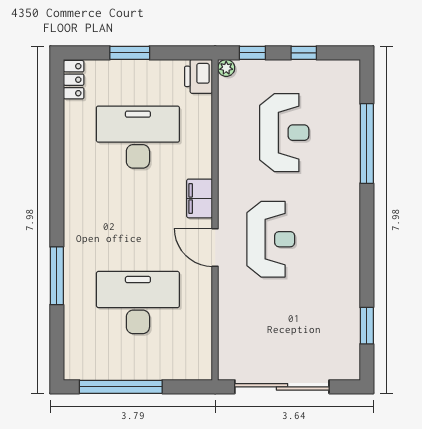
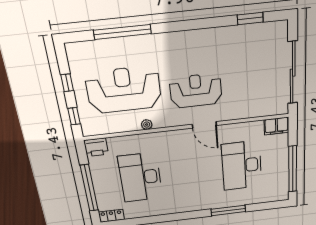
window: (130, 53) -> (89, 188), width x2.11
plant: (226, 68) -> (147, 125), moved
reception desk: (284, 133) -> (124, 90), width x1.36, depth x1.30
filing cabinet: (200, 198) -> (276, 126), moved
door: (215, 247) -> (204, 125), hinge flipped

